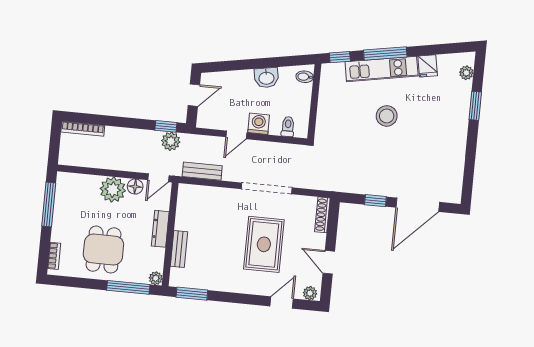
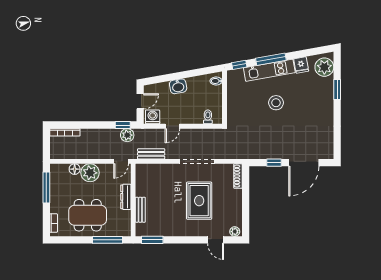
plant: (466, 73) -> (324, 67), width x1.87, depth x1.87
washbasin: (266, 78) -> (178, 86), moved
washing machine: (259, 124) -> (153, 117), moved
floor lamp: (135, 187) -> (75, 169), moved
dining table: (103, 250) -> (88, 215), width x1.38
door: (329, 262) -> (246, 209), removed
plant: (156, 278) -> (126, 232), removed
door: (282, 302) -> (216, 240), swing flipped

